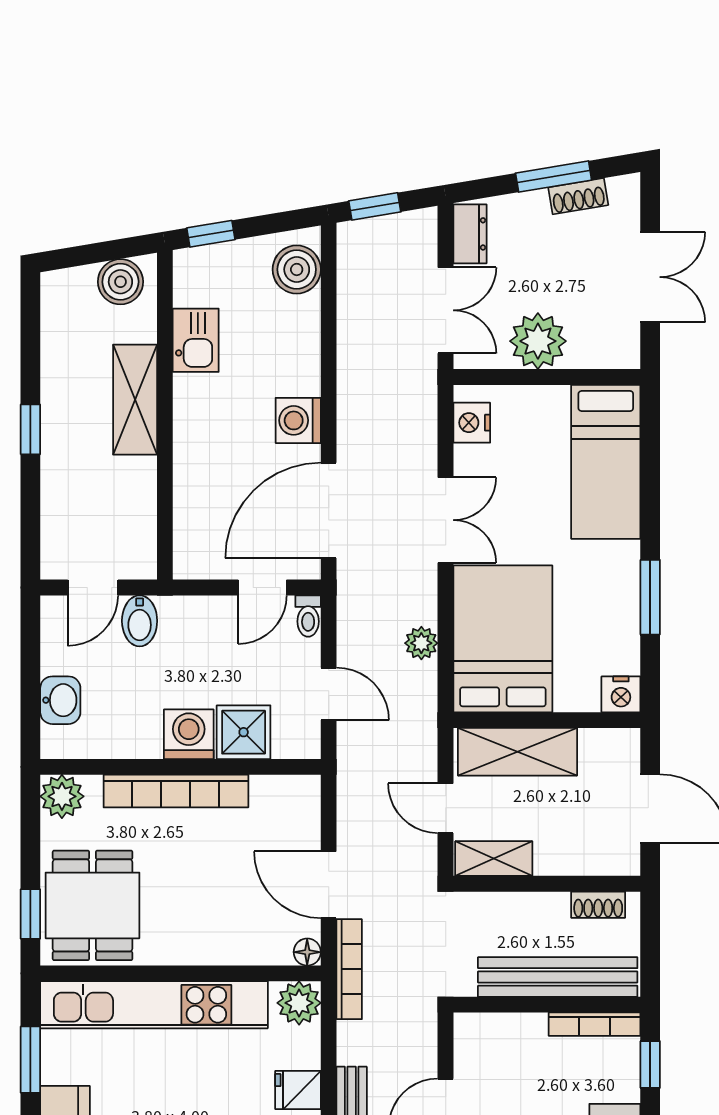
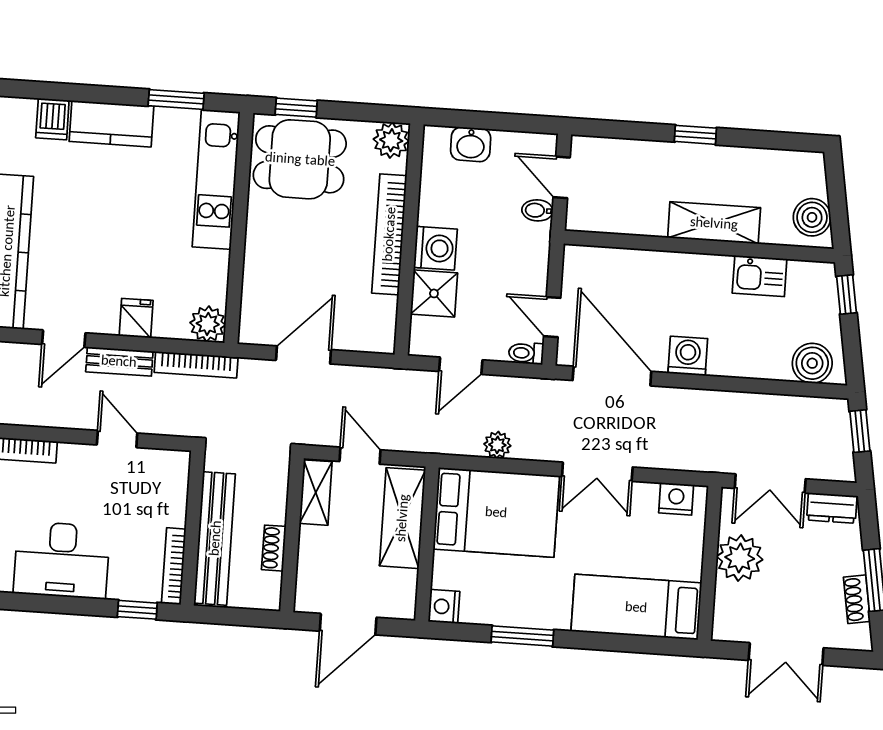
bidet: (140, 621) -> (537, 210), width x0.72, depth x0.74
door: (446, 808) -> (360, 456), hinge flipped
shoe rack: (598, 905) -> (274, 548), moved
floor lamp: (307, 952) -> (249, 334), removed
bookcase: (349, 969) -> (196, 365), moved
kitchen unit: (154, 1005) -> (216, 179), width x0.73

